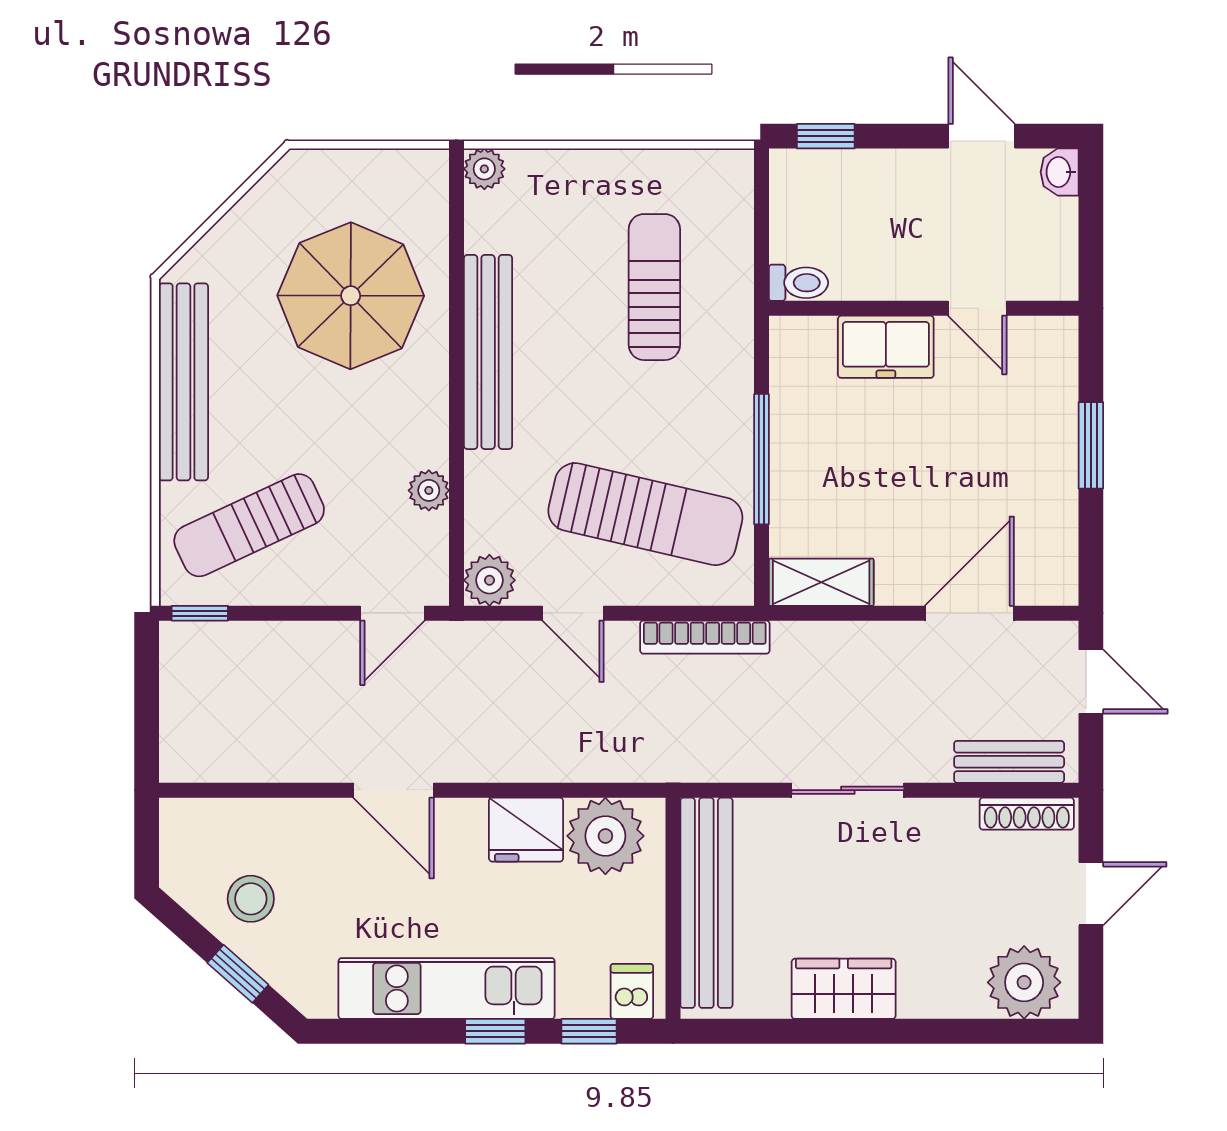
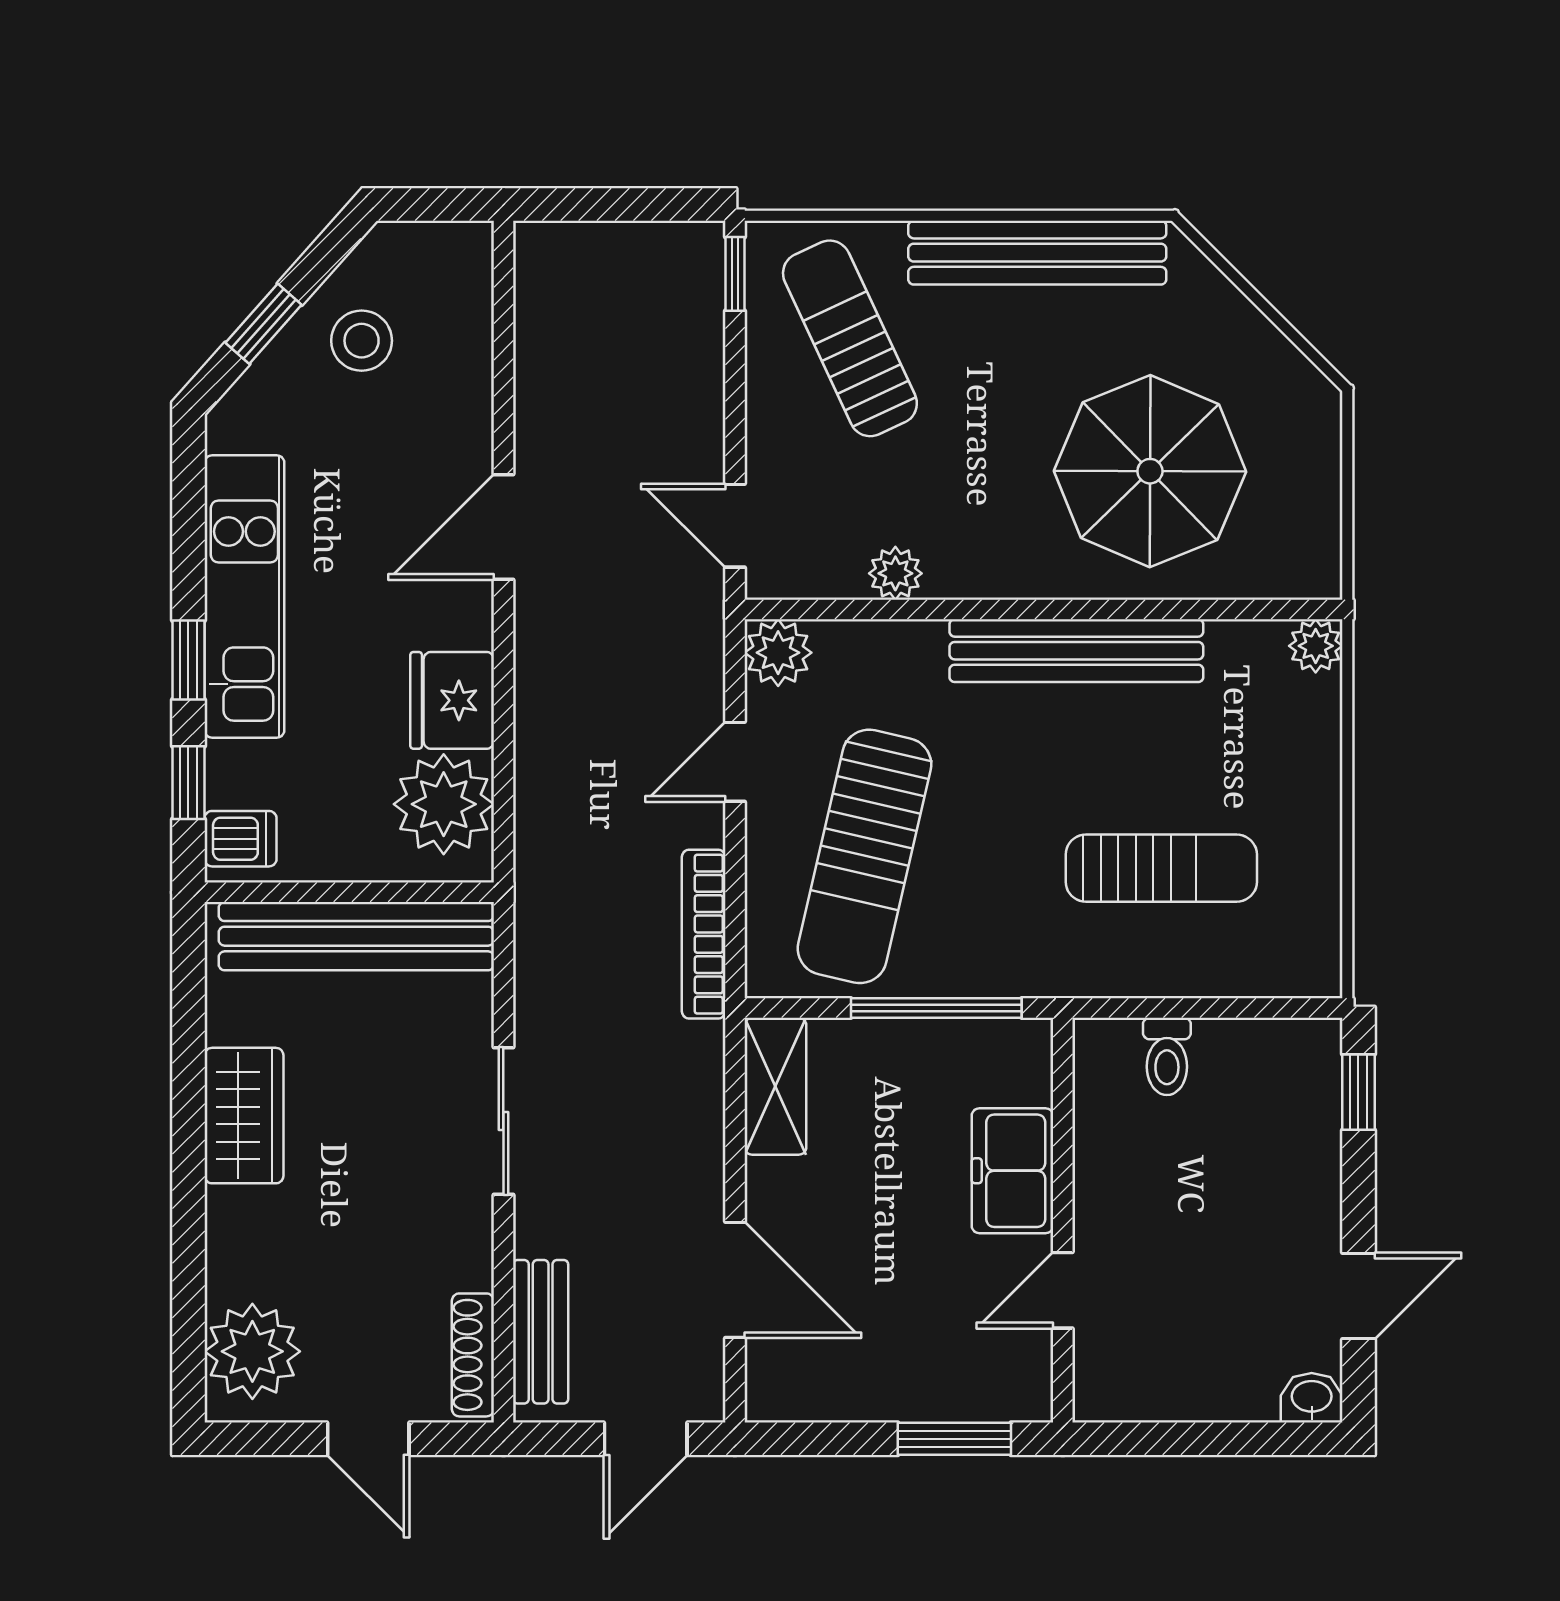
wall: (924, 308) -> (1063, 1220), moved
door: (977, 308) -> (1063, 1290), moved
freezer: (886, 347) -> (1012, 1171), moved

